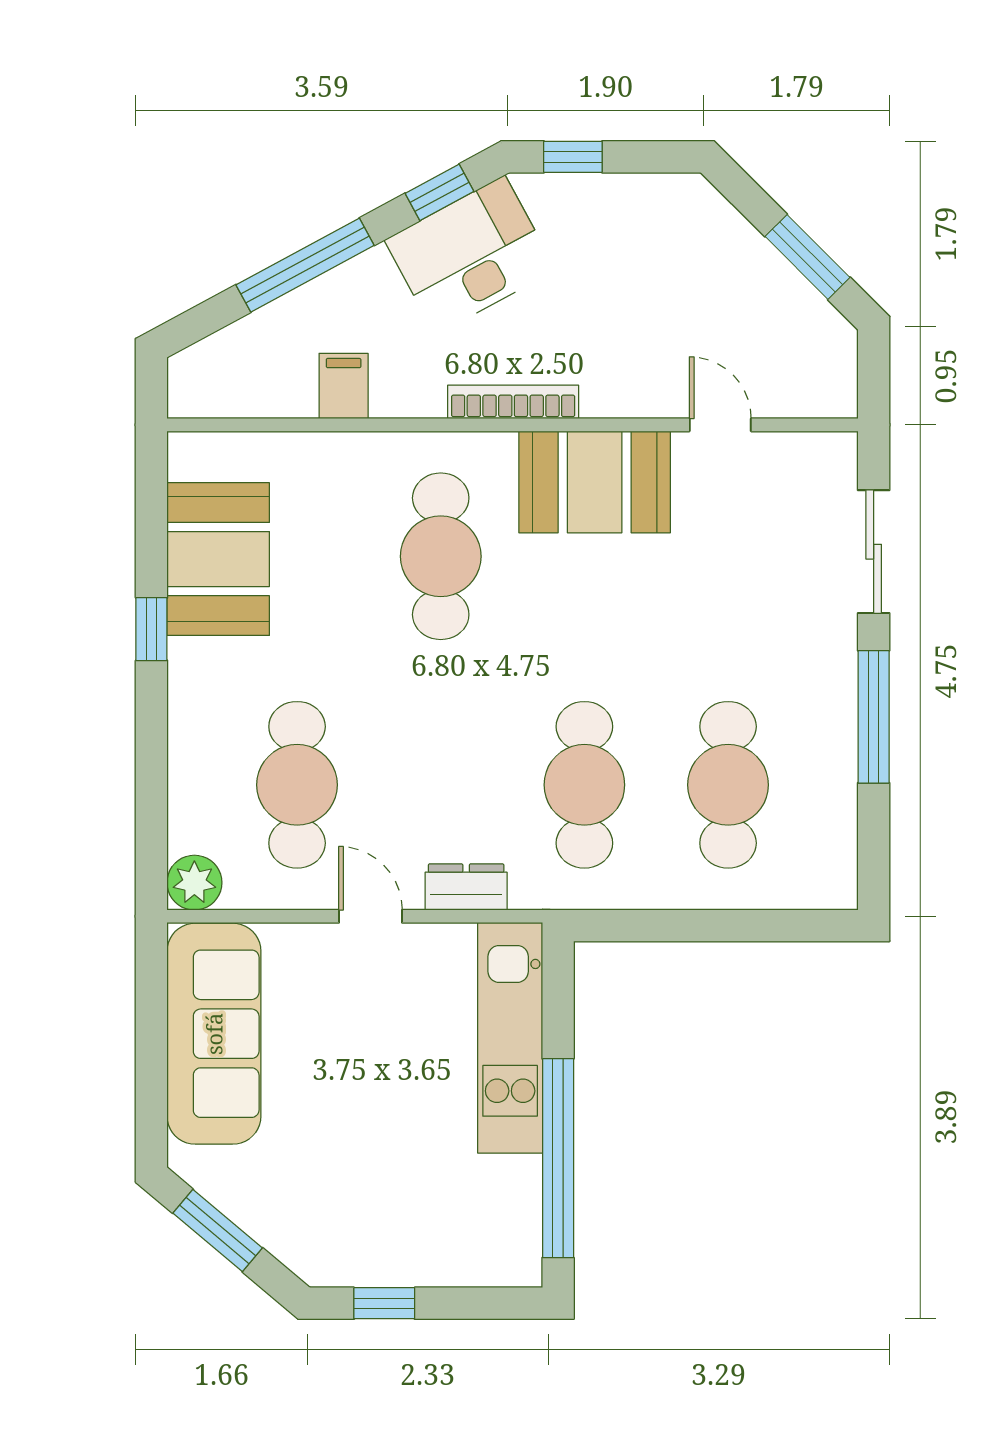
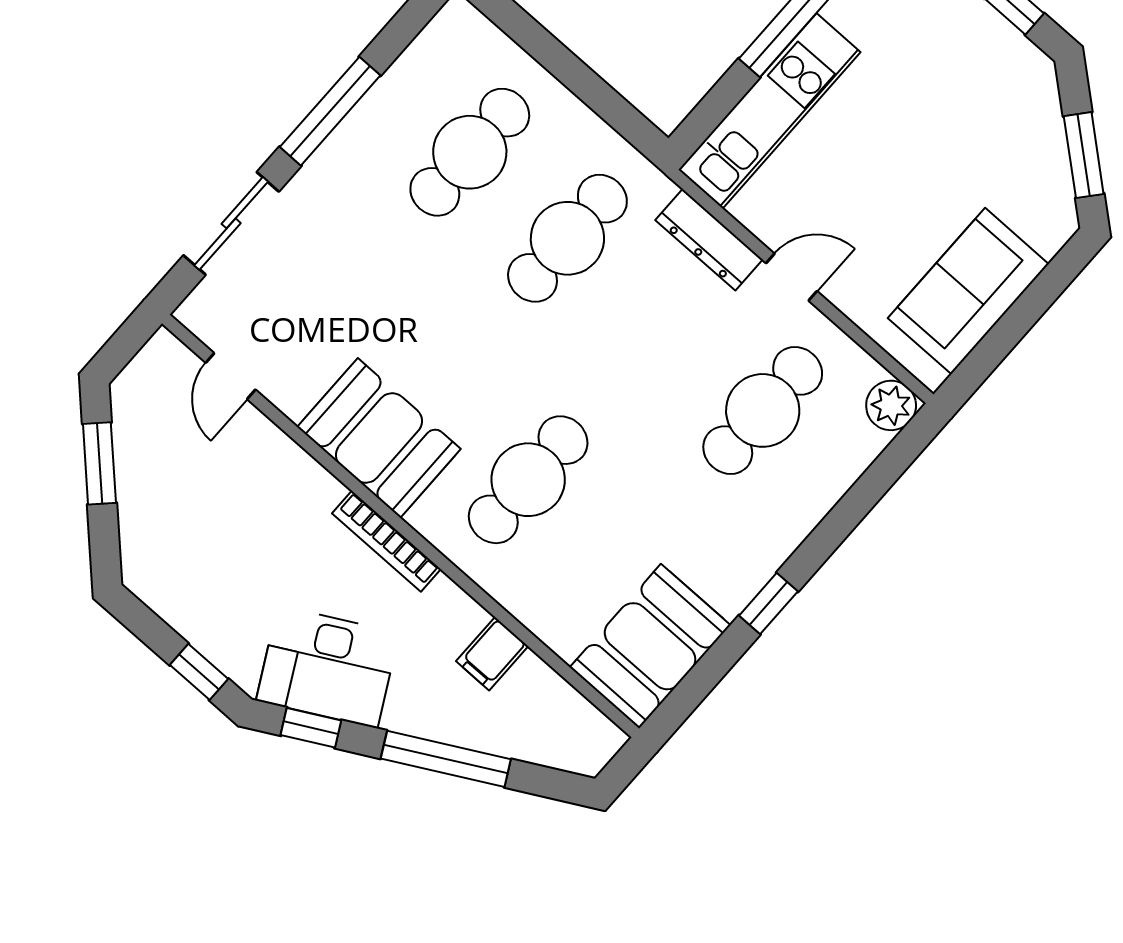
door: (720, 425) -> (231, 376), moved
booth: (218, 559) -> (650, 646), moved
dresser: (466, 887) -> (709, 240), width x1.44
door: (370, 916) -> (792, 277), swing flipped
sofa: (214, 1034) -> (968, 291), width x0.73

